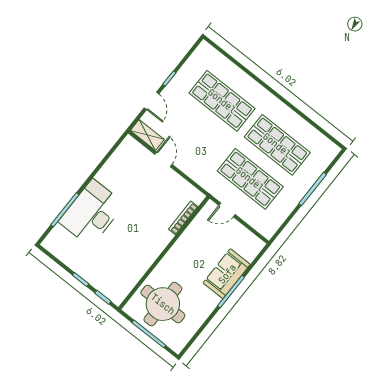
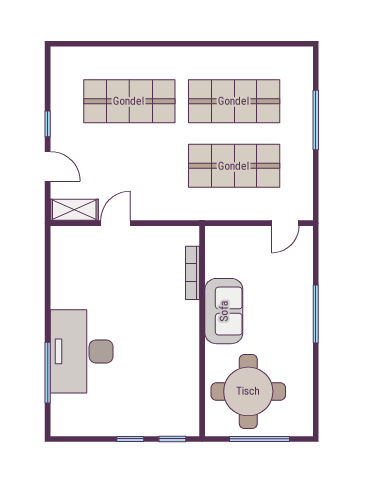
door: (163, 159) -> (116, 223), hinge flipped
door: (227, 210) -> (285, 223), moved
sofa: (227, 274) -> (224, 311), moved, turned 180

